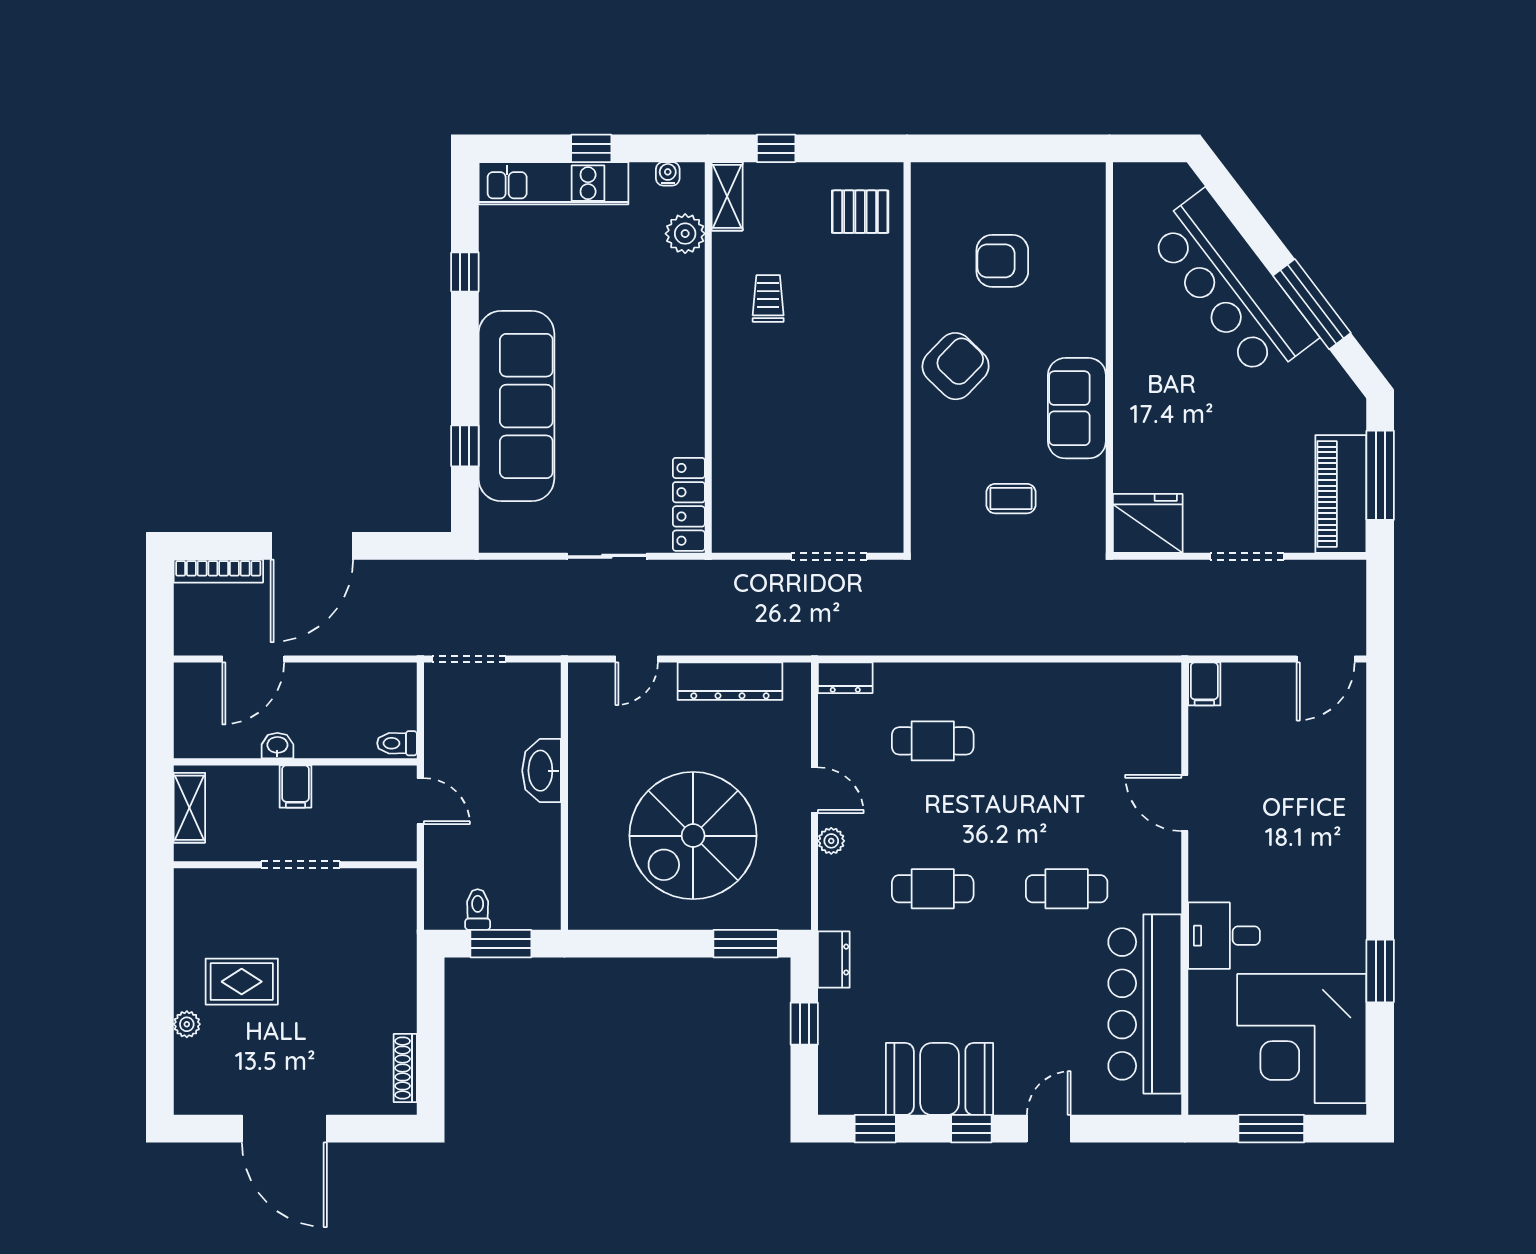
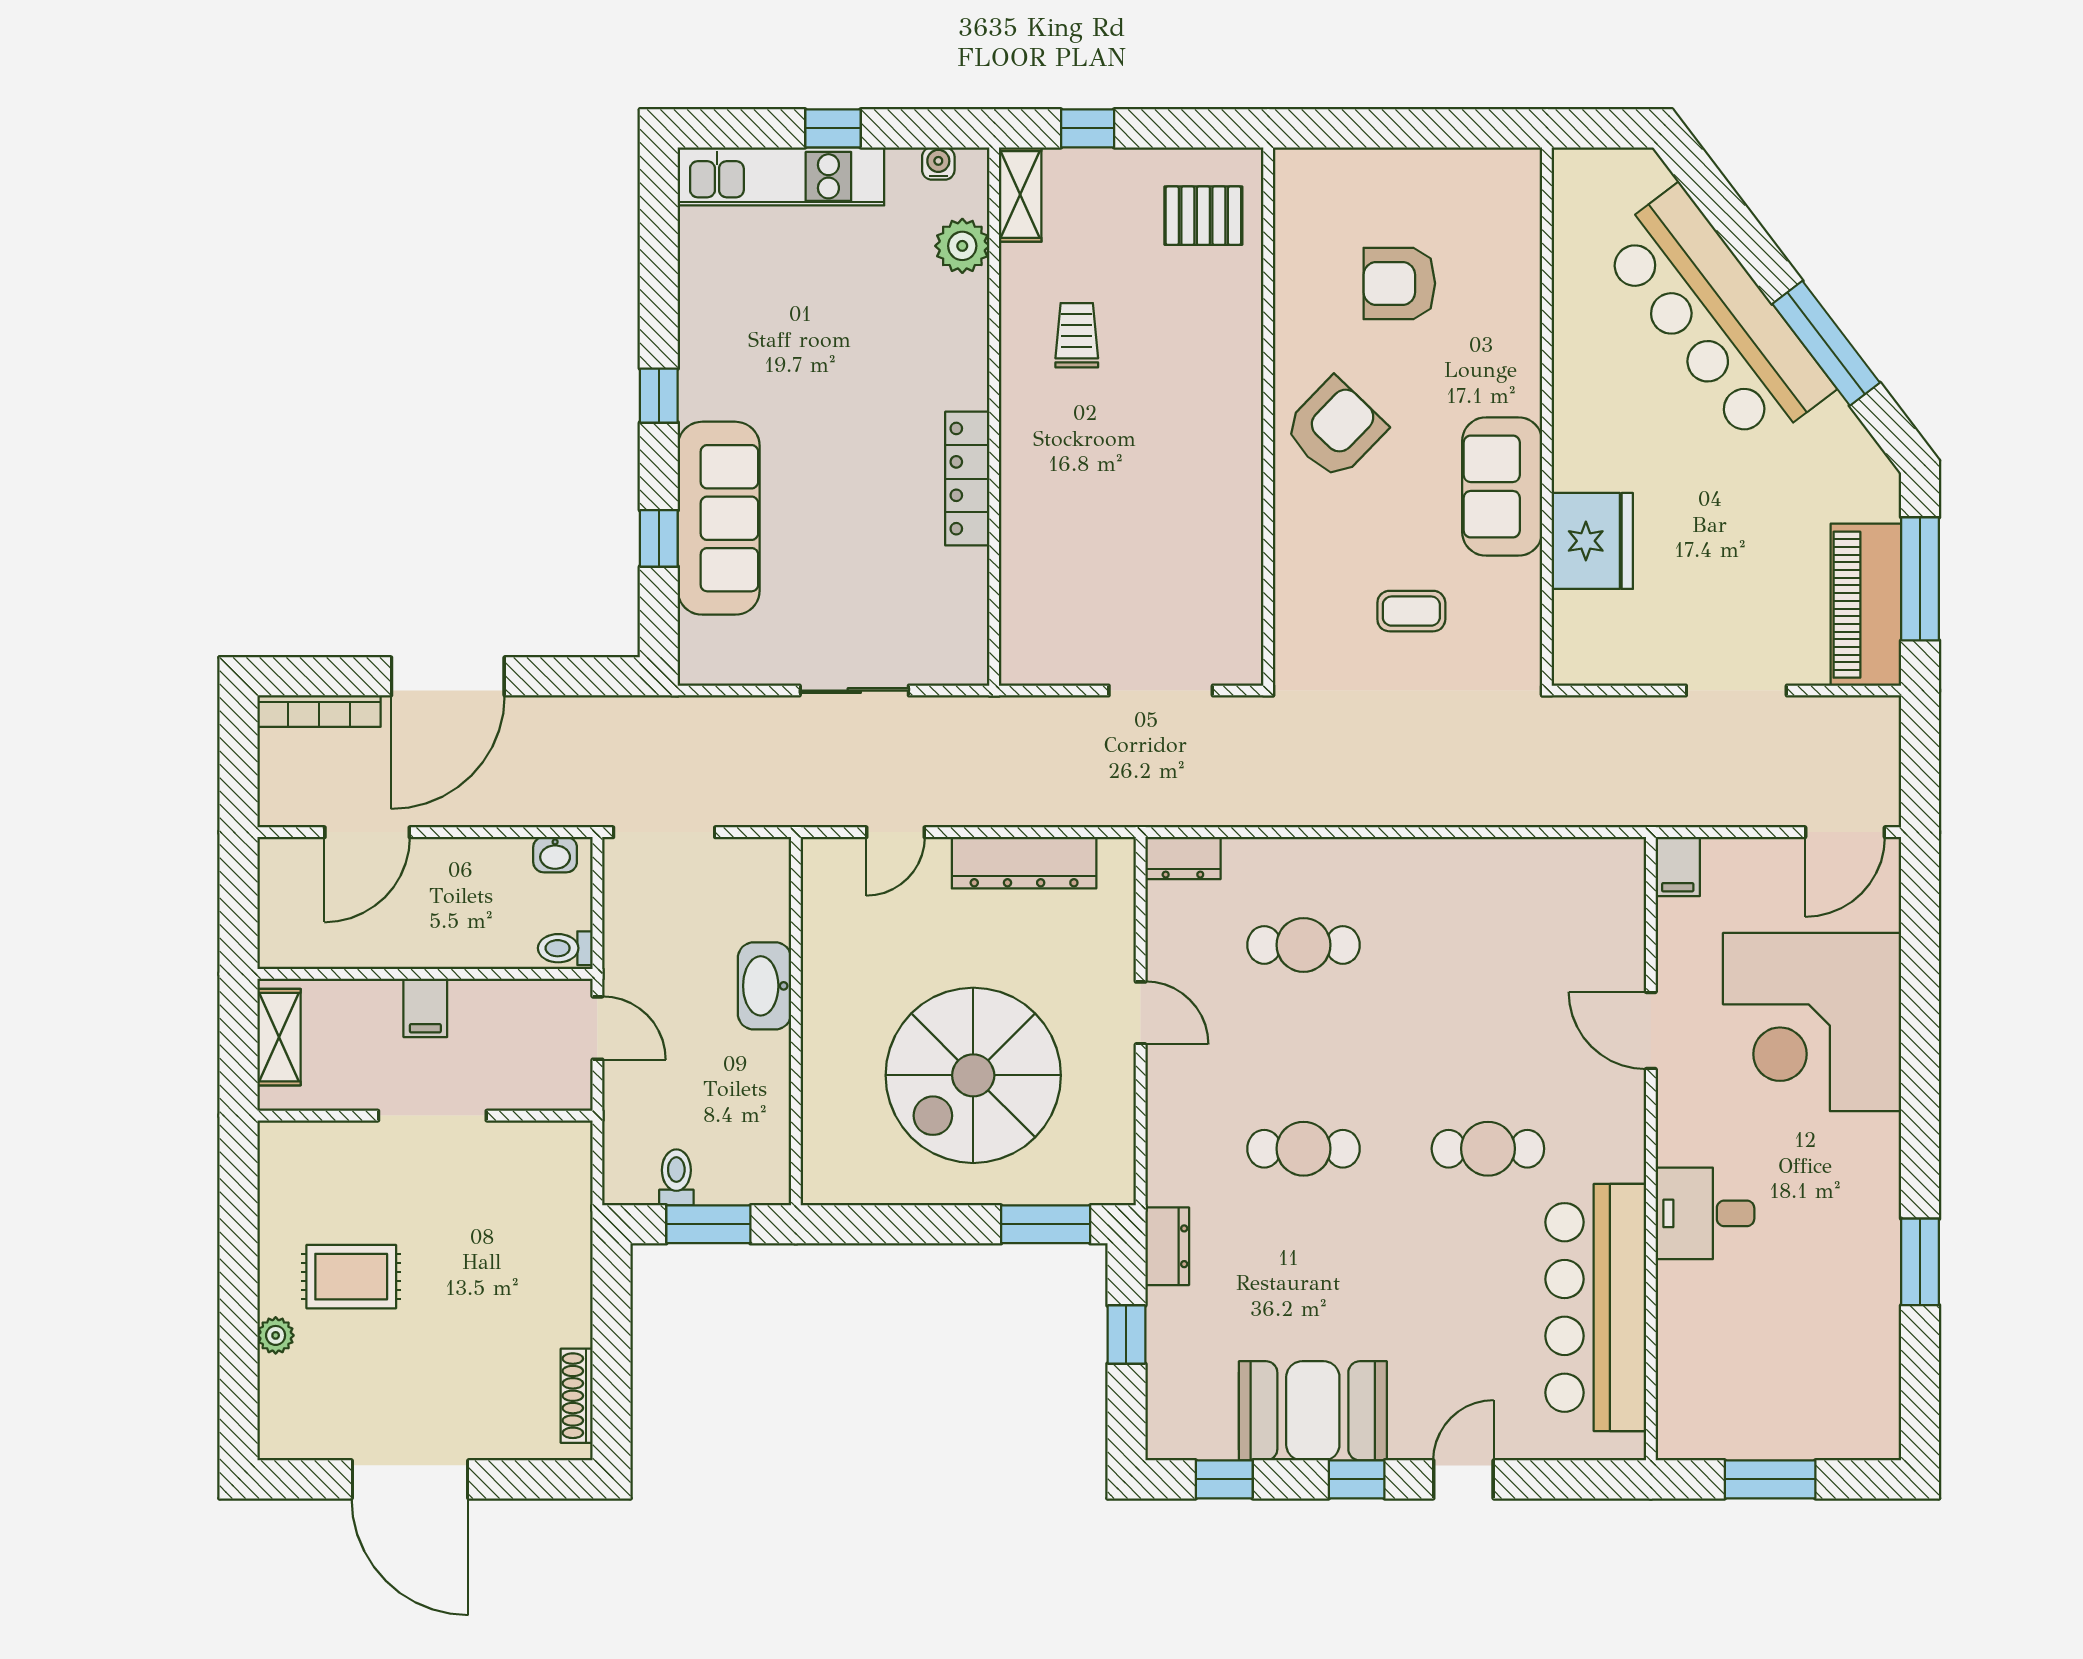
window: (465, 272) -> (659, 396), moved
sofa: (516, 406) -> (719, 518), width x0.74, depth x0.79
locker: (689, 504) -> (967, 479), moved
fridge: (1148, 523) -> (1592, 541), moved, turned 90
washbasin: (277, 746) -> (555, 855), moved, turned 180
plant: (831, 841) -> (1164, 1083), removed
corner desk: (1302, 1039) -> (1812, 1022), moved

